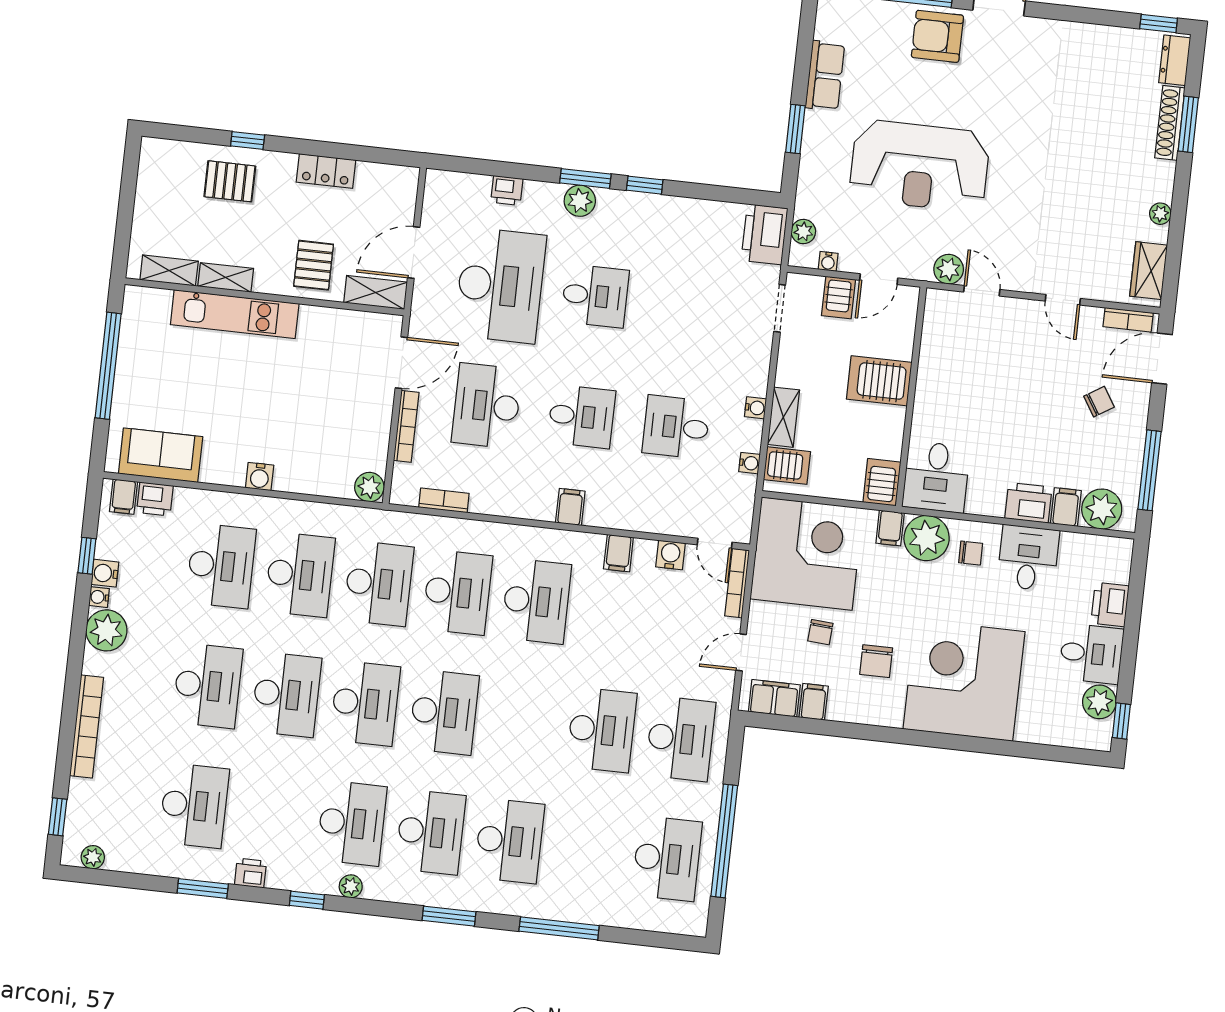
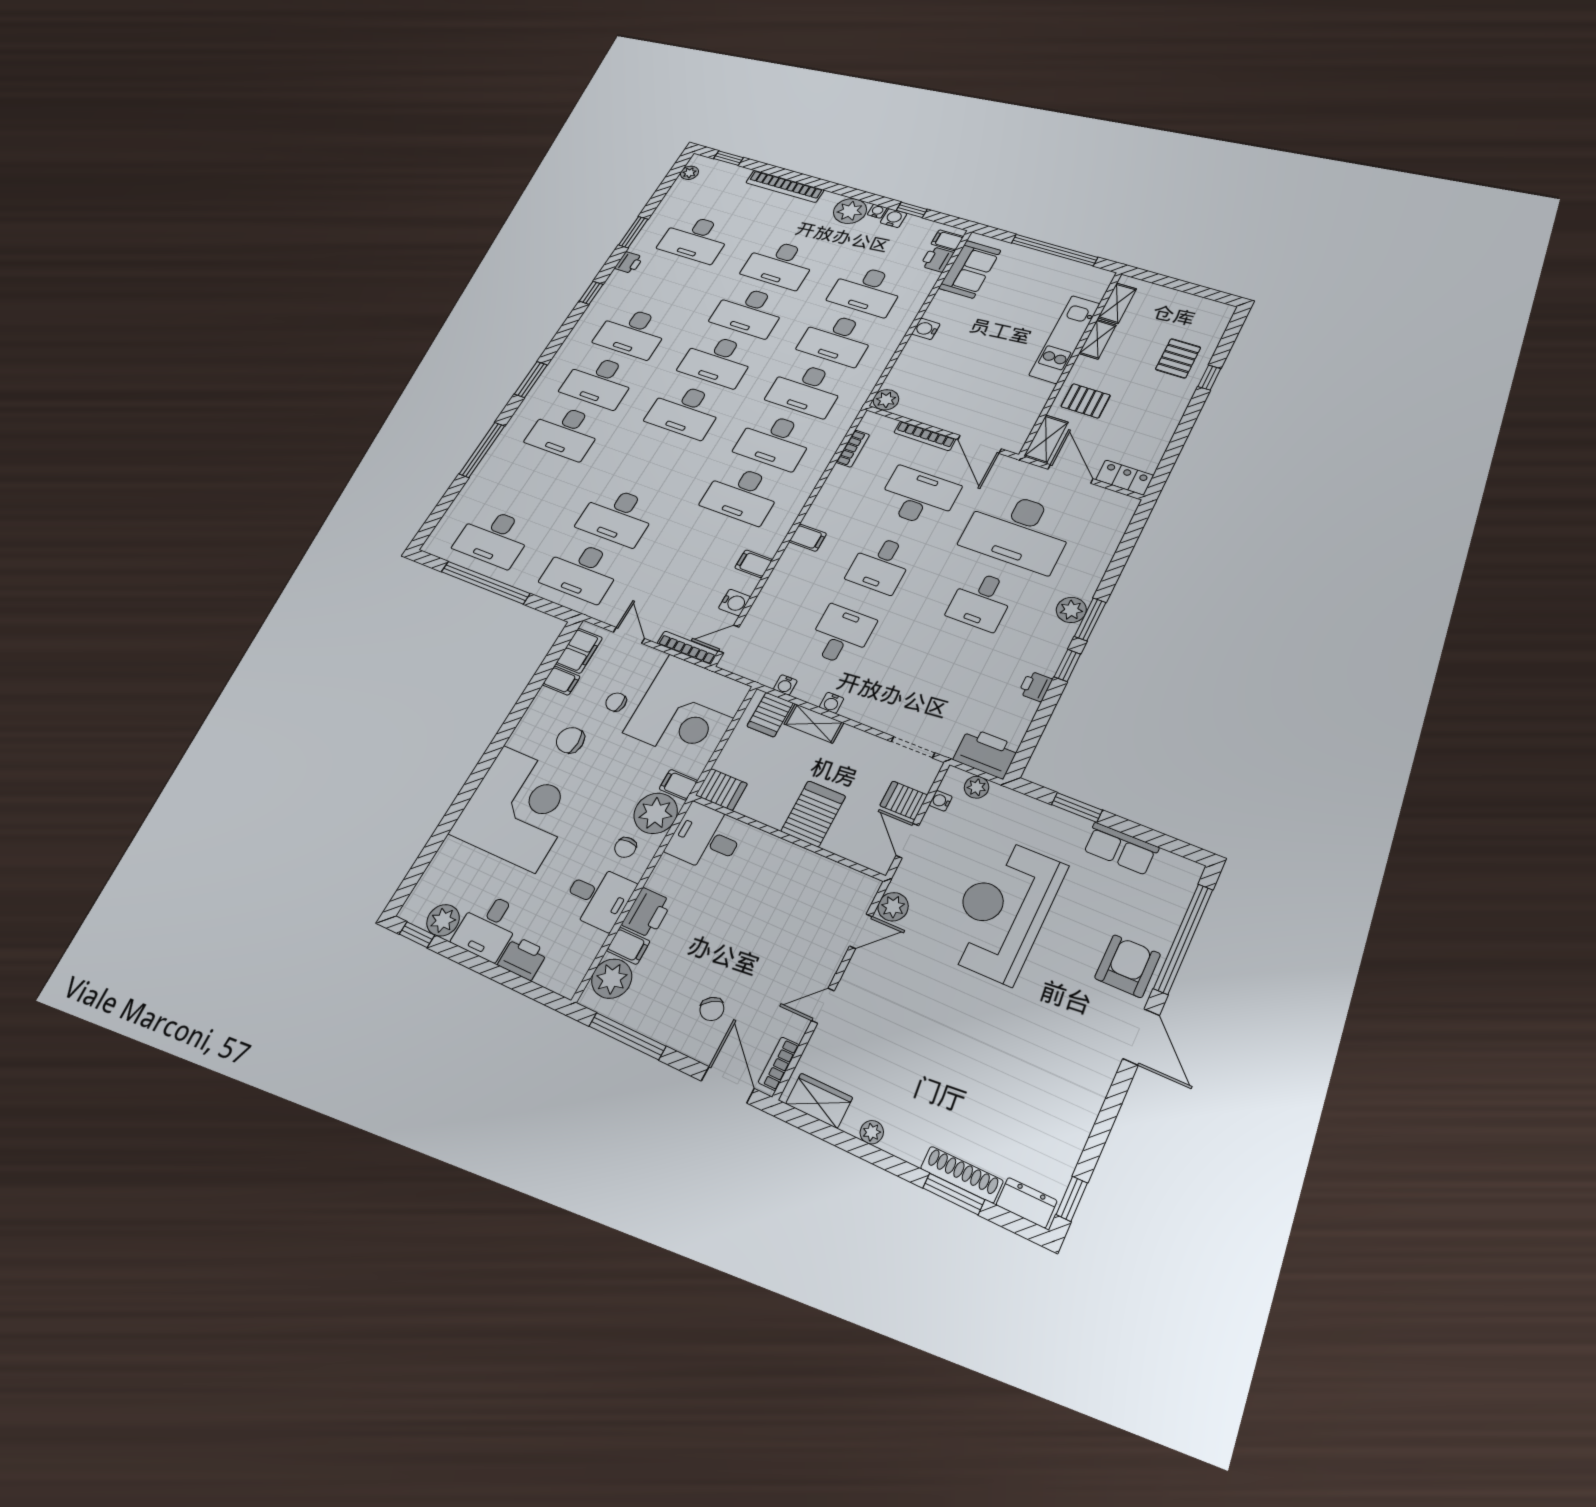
locker: (326, 171) -> (1125, 478), moved, turned 90
printer: (507, 190) -> (1035, 686), moved
plant: (351, 886) -> (586, 322), removed

